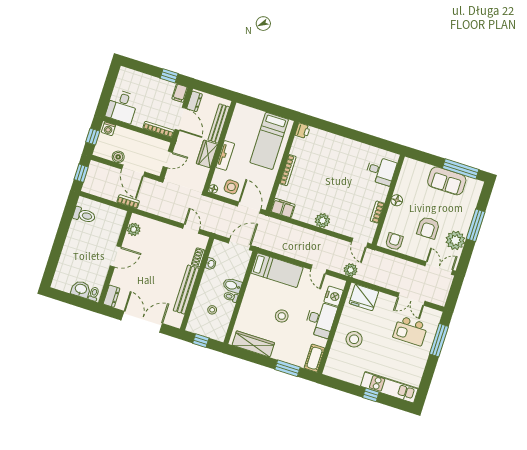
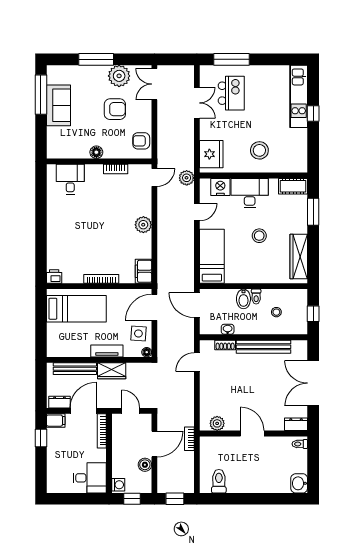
washbasin: (81, 289) -> (299, 483), moved

